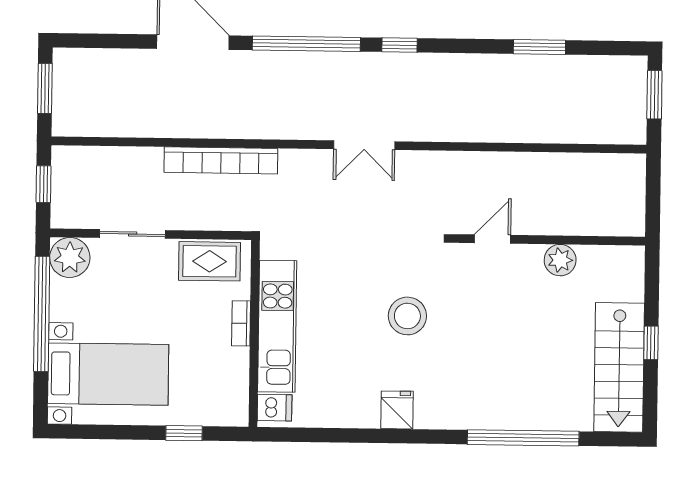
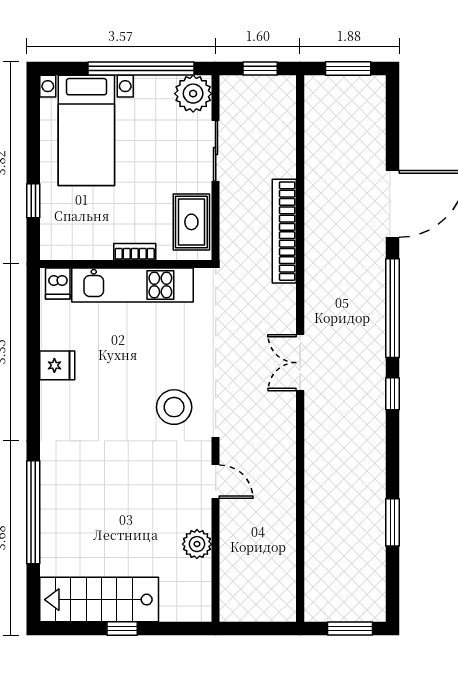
stool: (407, 316) -> (174, 407), moved
fridge: (397, 410) -> (57, 365), moved

